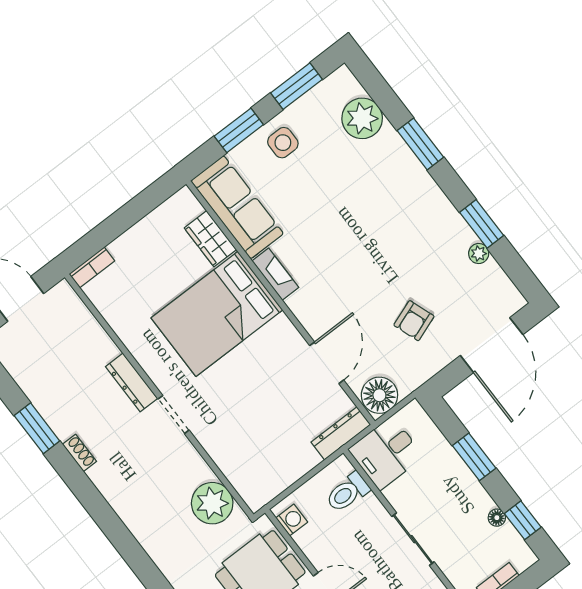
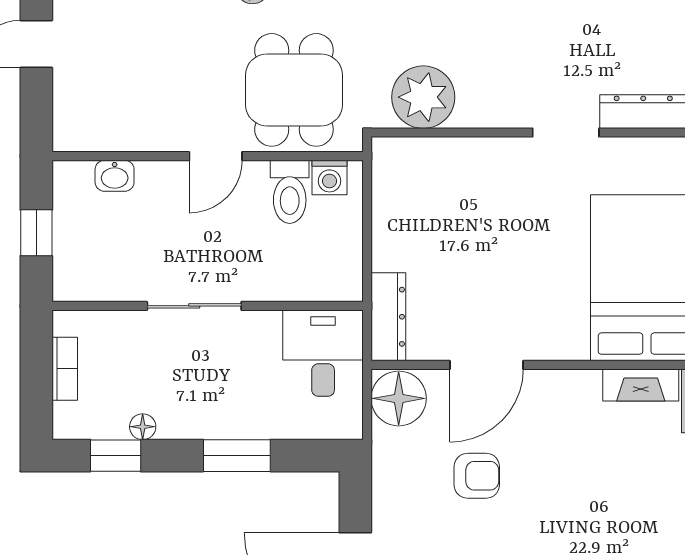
armchair: (414, 321) -> (477, 476), moved, turned 110
door: (327, 363) -> (486, 365), hinge flipped
toilet: (348, 492) -> (290, 192), moved, turned 180

